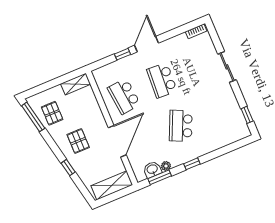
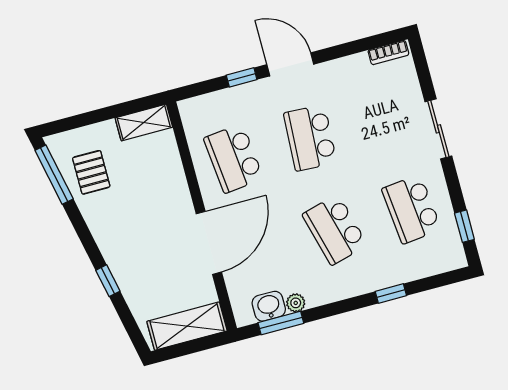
door: (147, 44) -> (290, 64), hinge flipped
school desk: (219, 110) -> (411, 209), added
school desk: (181, 126) -> (335, 230), turned -39
pallet: (78, 141) -> (134, 232), removed
window: (192, 164) -> (391, 293), moved

